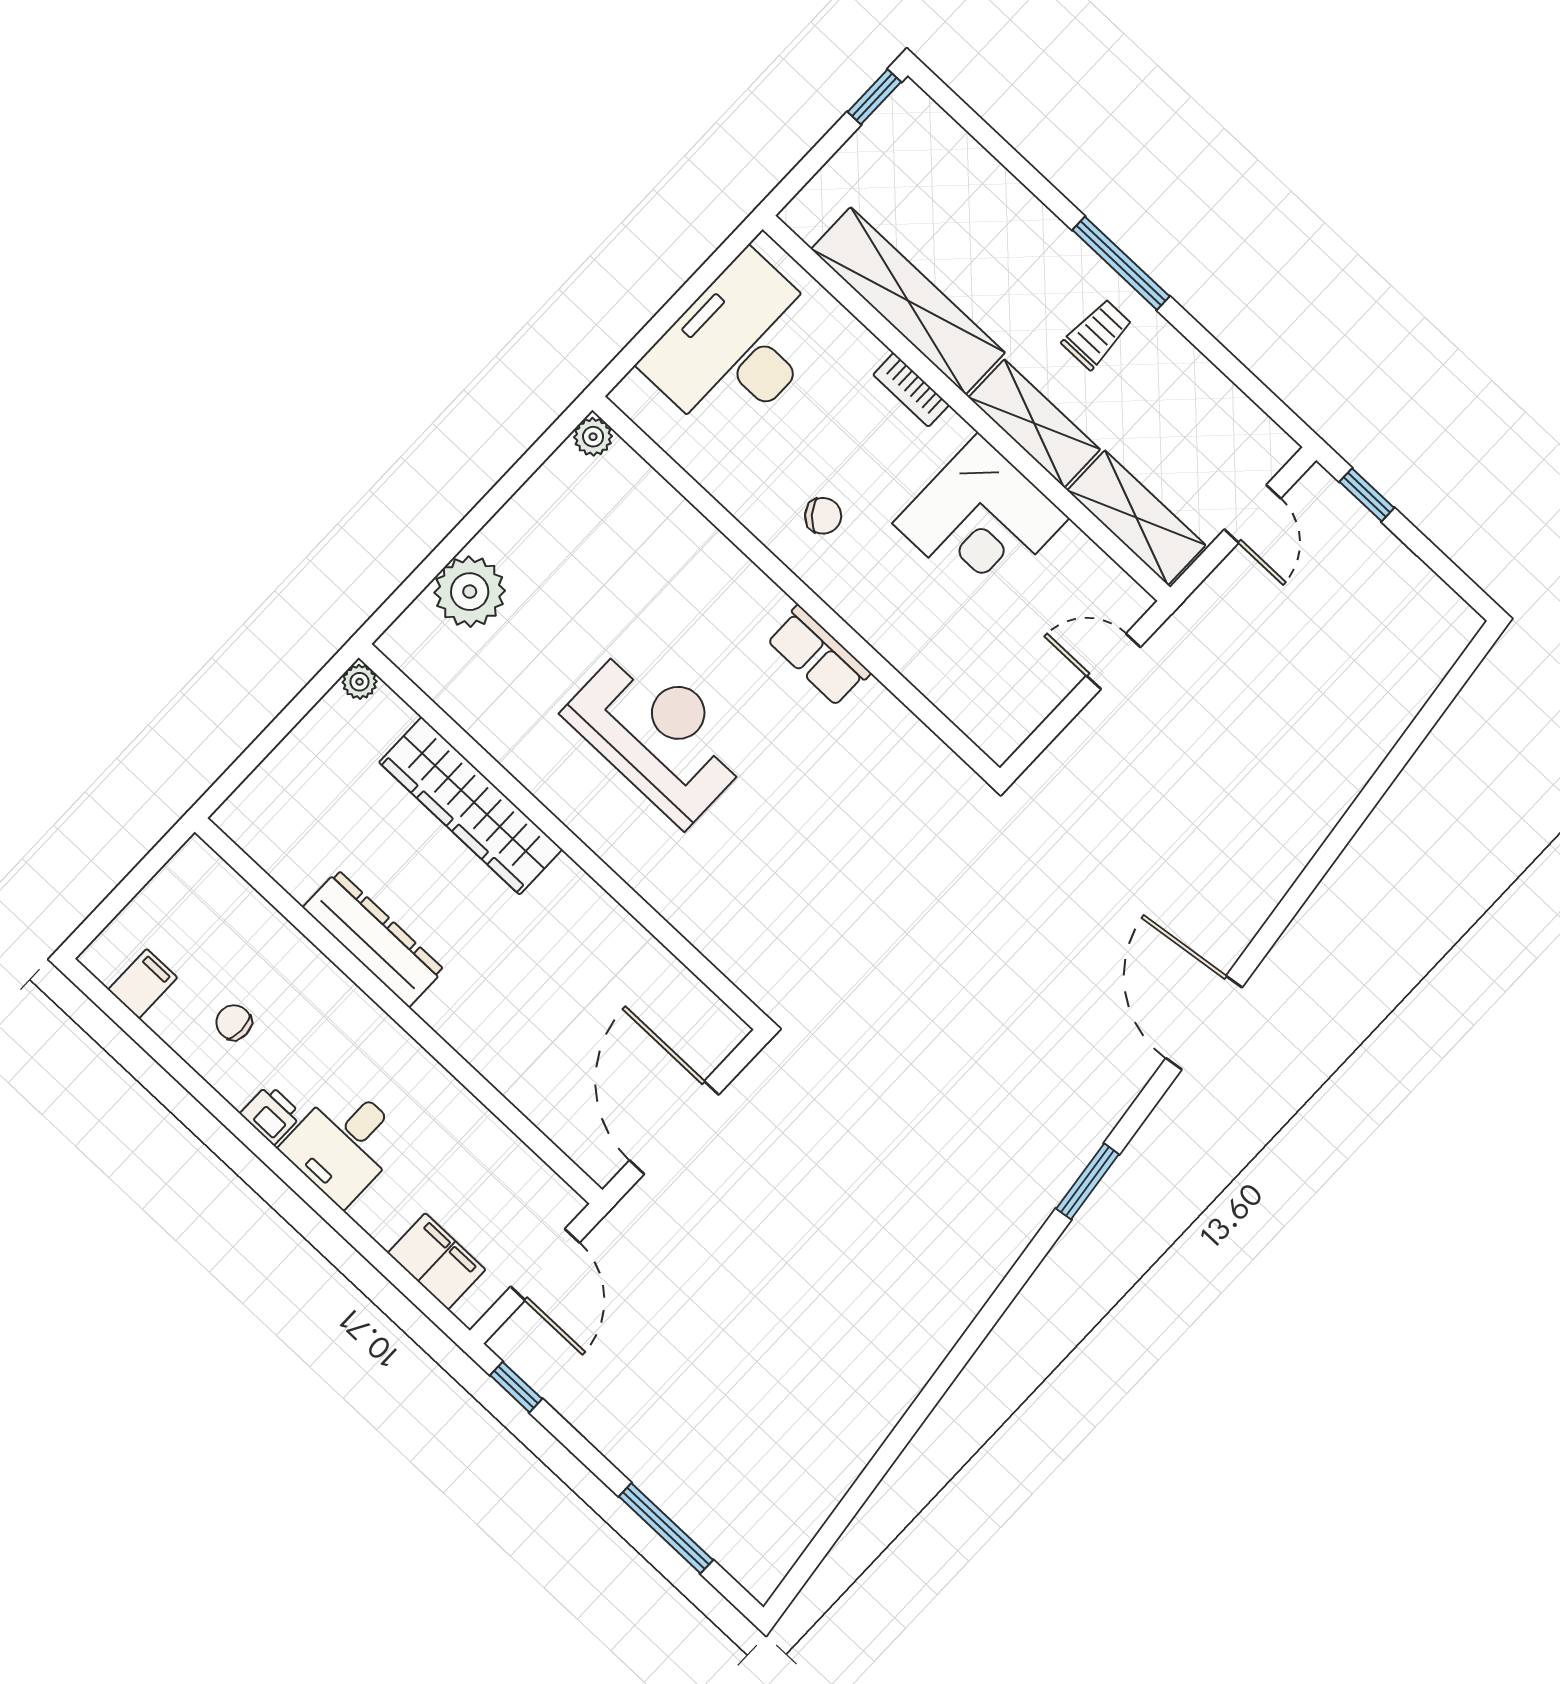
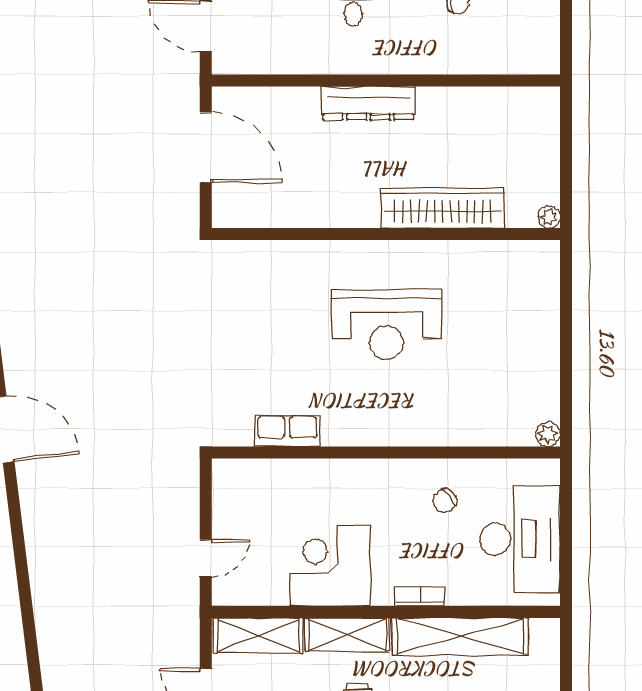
chair: (823, 516) -> (445, 501), moved
plant: (470, 592) -> (537, 308), removed
row of seats: (818, 656) -> (287, 431), moved
dresser: (373, 939) -> (368, 103), moved

